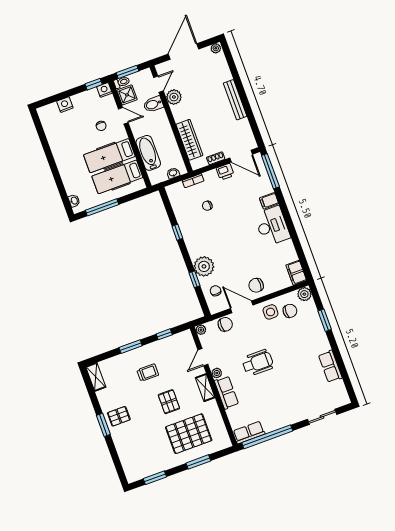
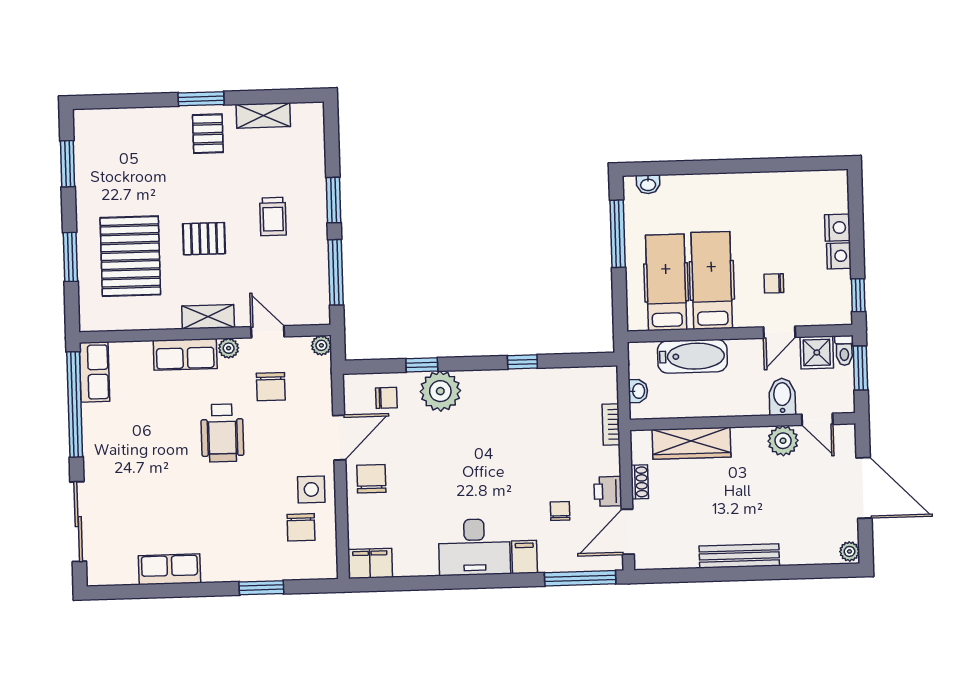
nightstand: (104, 90) -> (839, 256), moved
chair: (207, 206) -> (560, 511), moved
plant: (304, 294) -> (324, 566), removed
chair: (225, 324) -> (271, 387), moved
window: (164, 334) -> (336, 272), width x2.17
shelving: (96, 377) -> (263, 115), moved
sliding door: (322, 417) -> (78, 522), width x1.37

